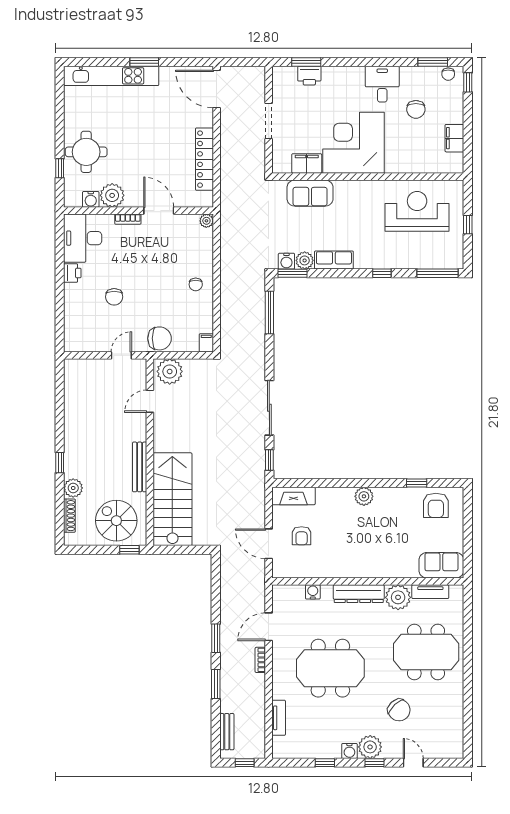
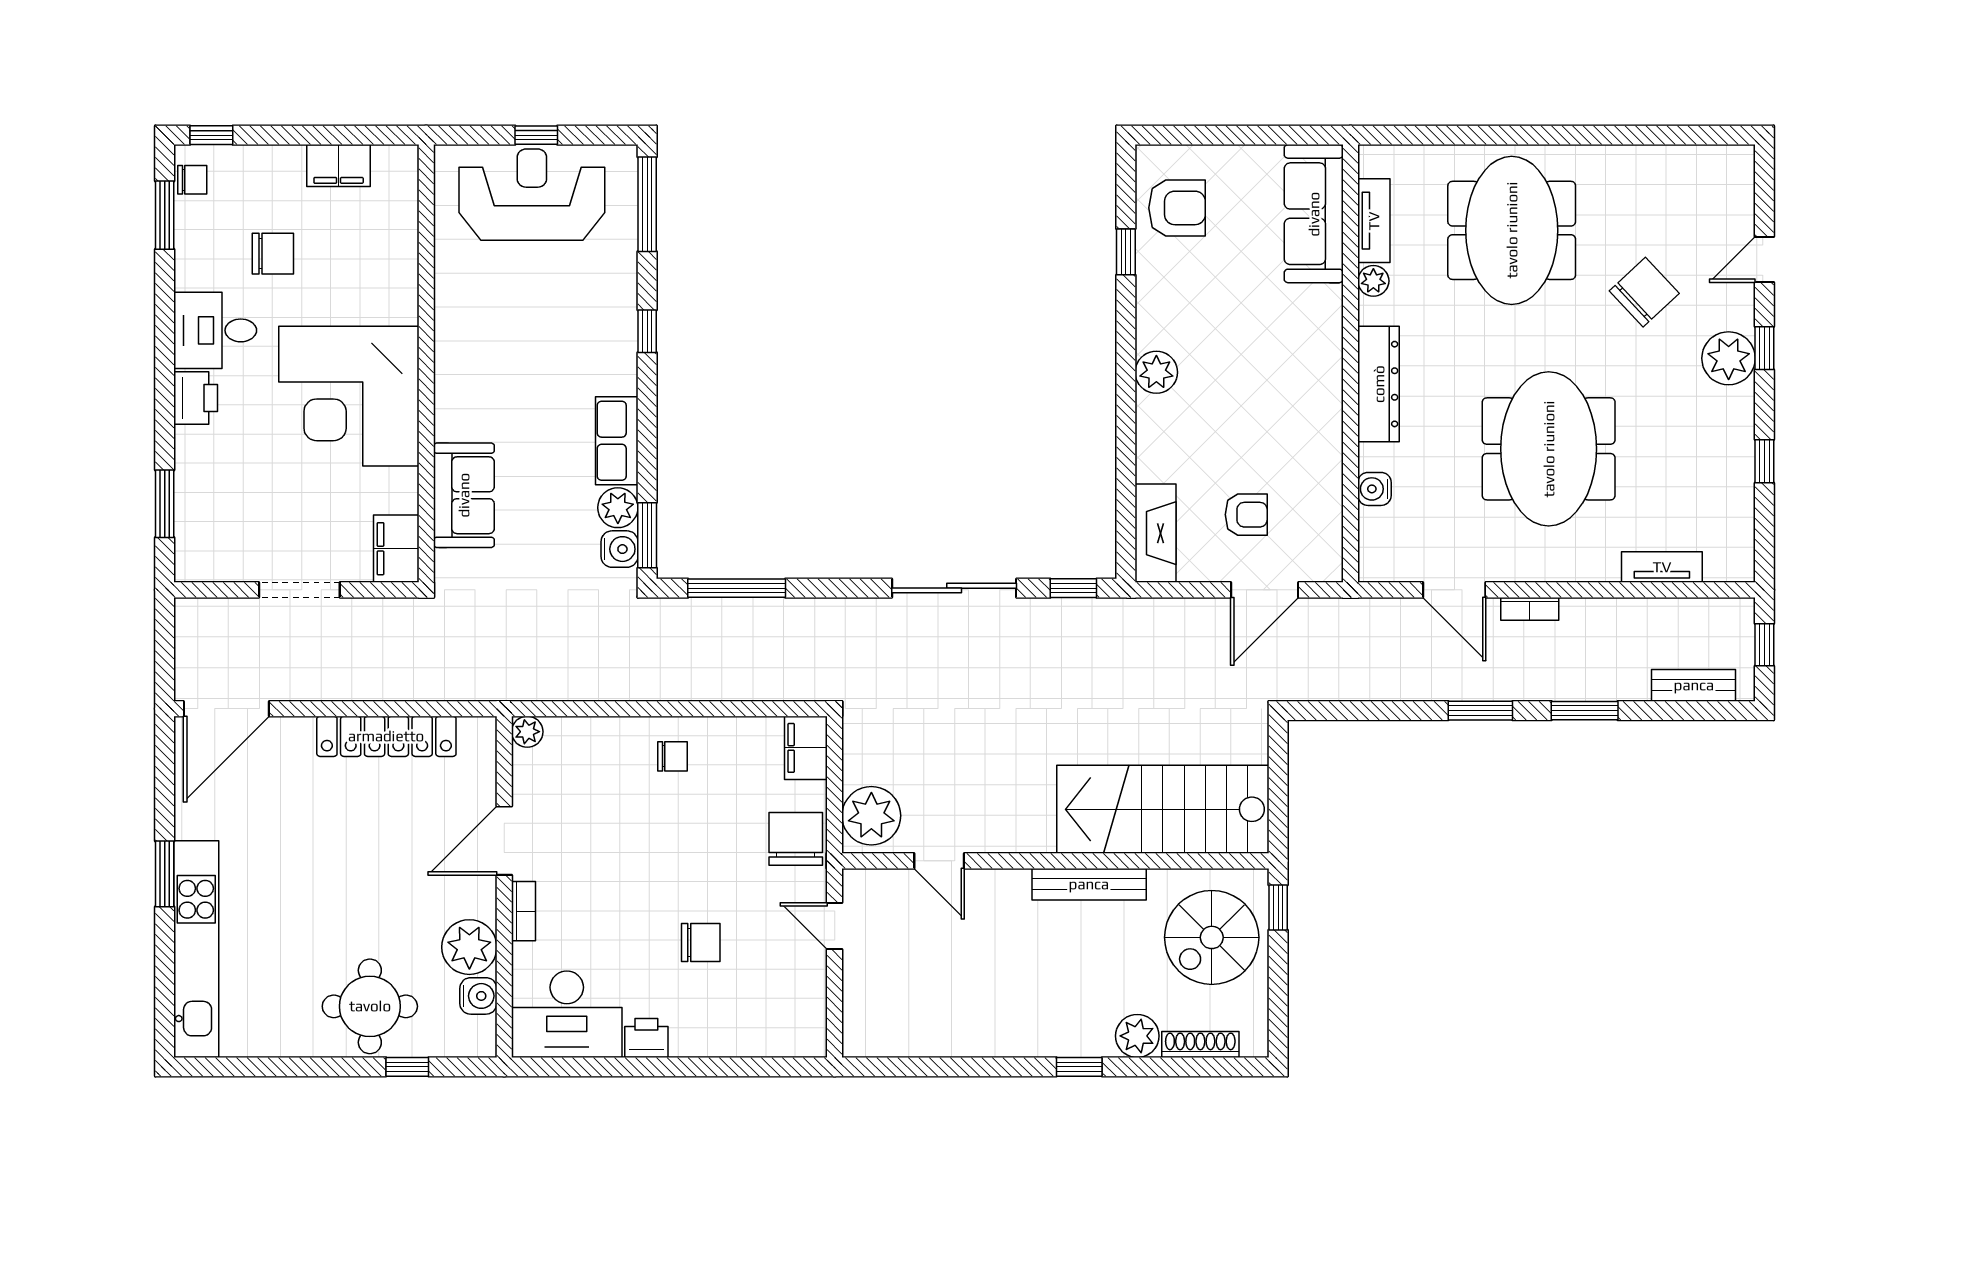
printer: (309, 76) -> (196, 398), moved
filing cabinet: (307, 163) -> (396, 549), moved
reception desk: (417, 211) -> (532, 195), moved, turned 90
filing cabinet: (206, 343) -> (806, 748), width x2.00
sofa: (441, 565) -> (1314, 214), width x1.36
plant: (398, 597) -> (1373, 281), width x0.53, depth x0.53
water cooler: (349, 751) -> (1738, 405), removed

